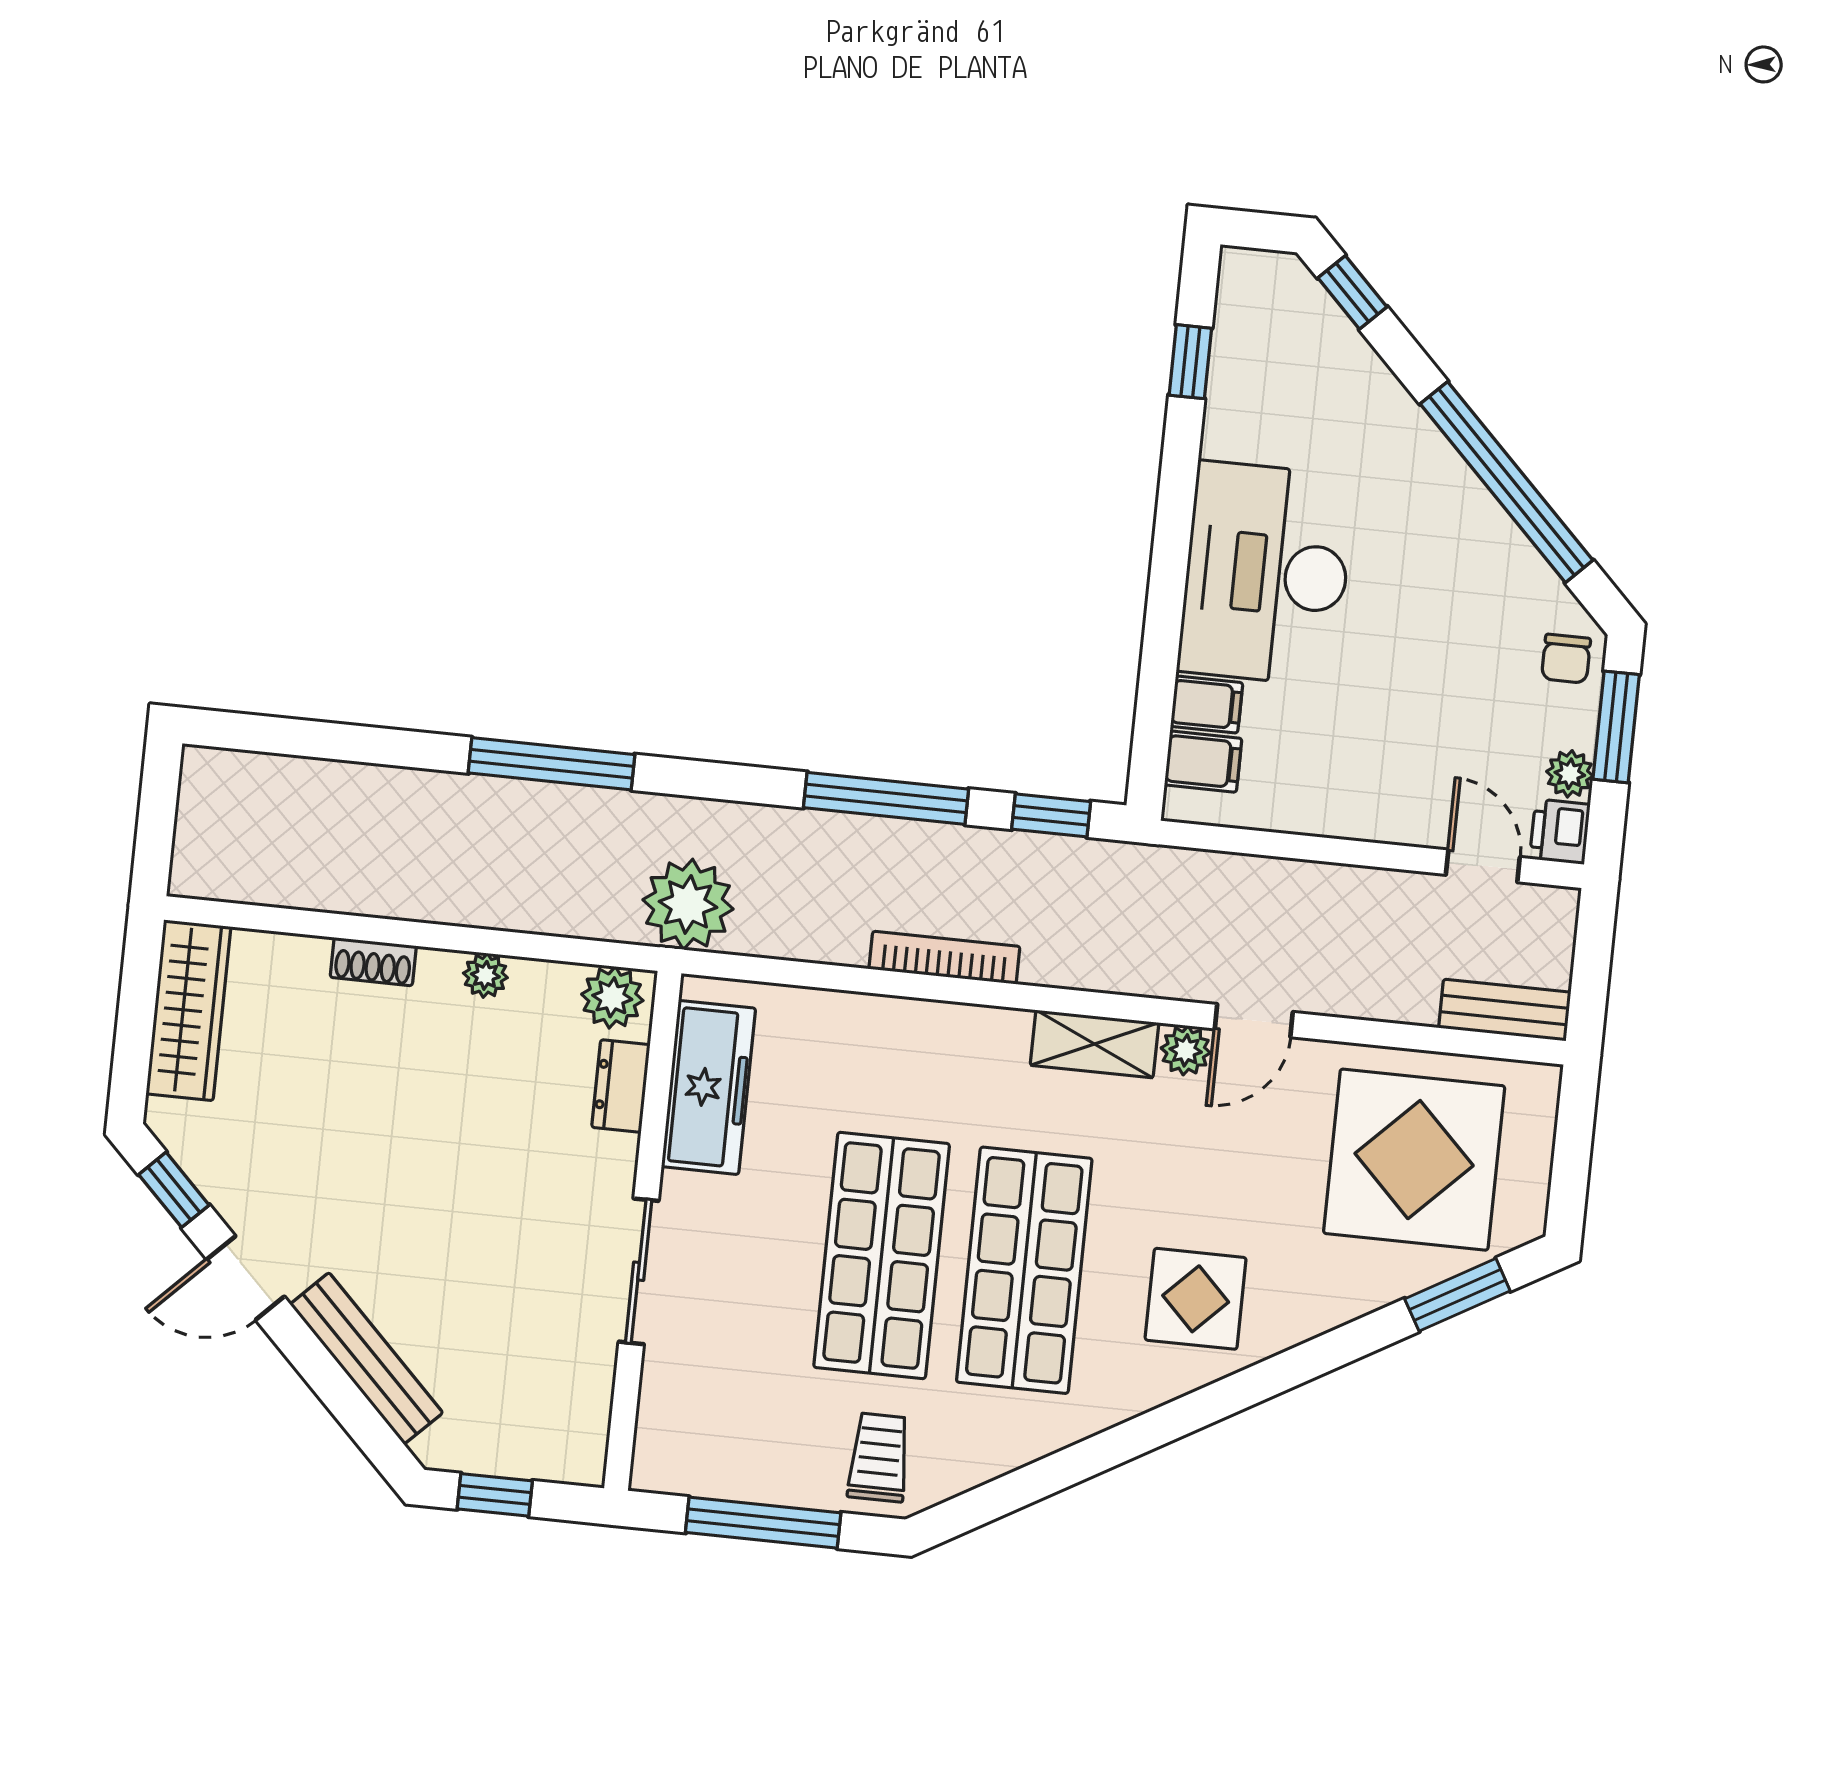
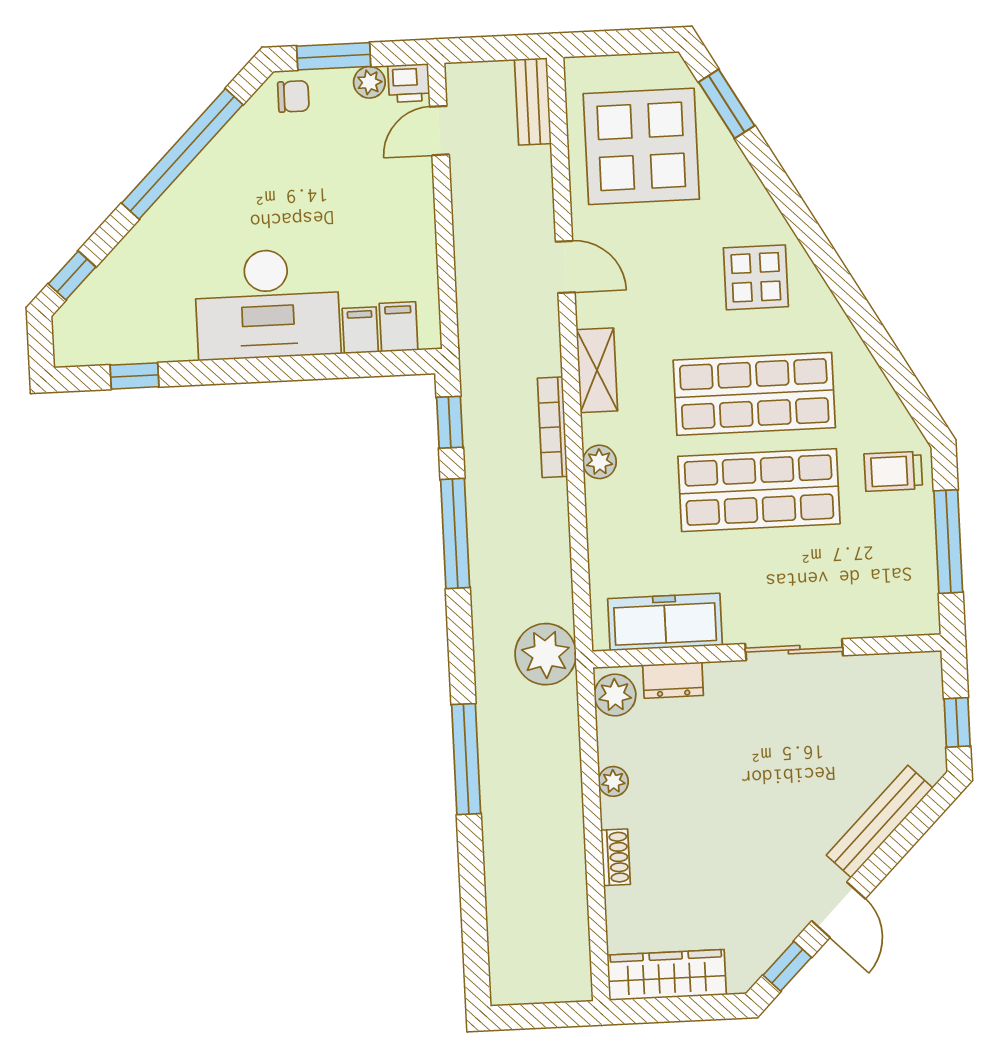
bookcase: (944, 958) -> (552, 427), moved
plant: (1186, 1050) -> (599, 462), moved

